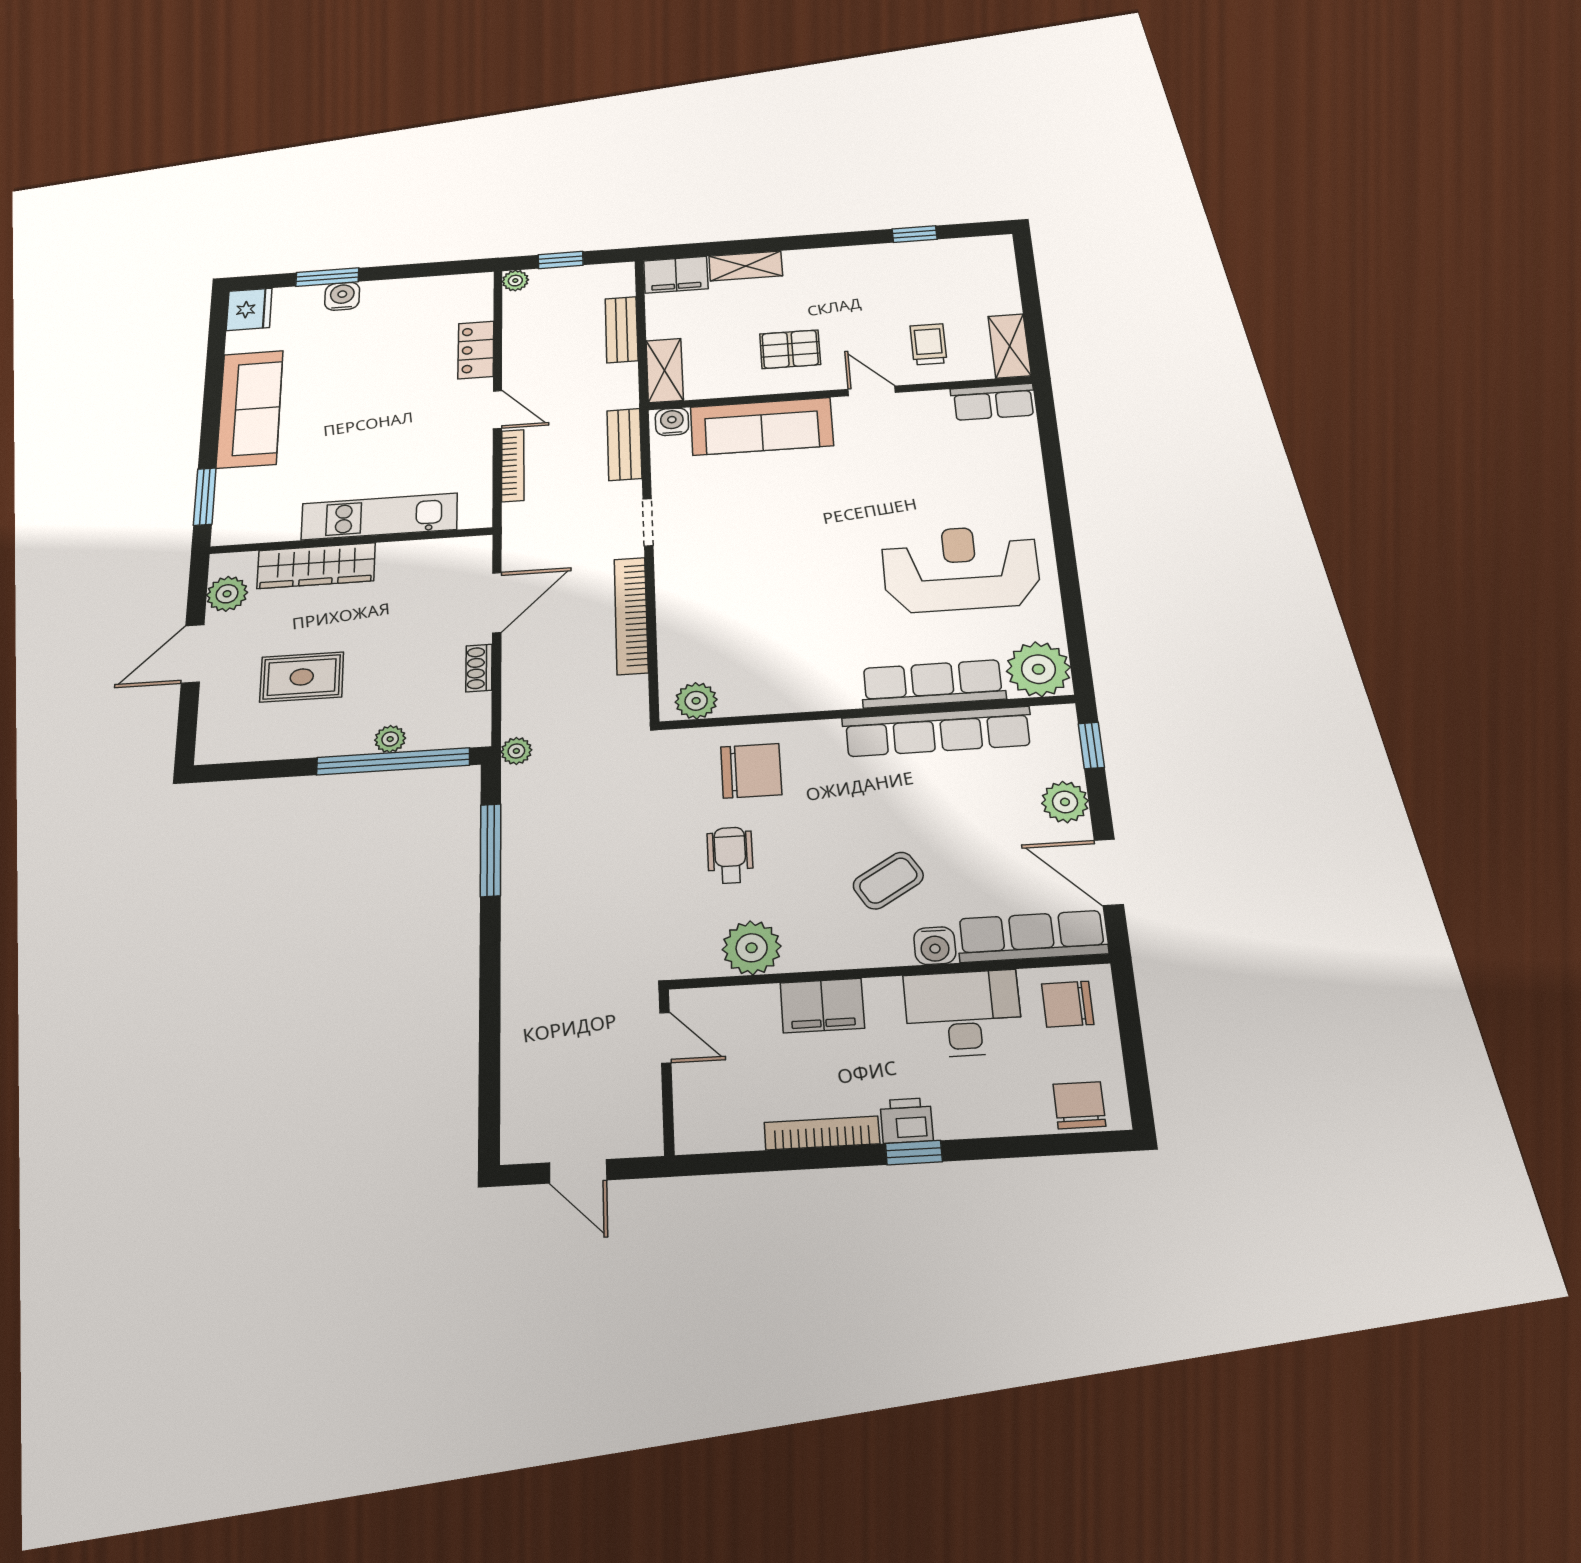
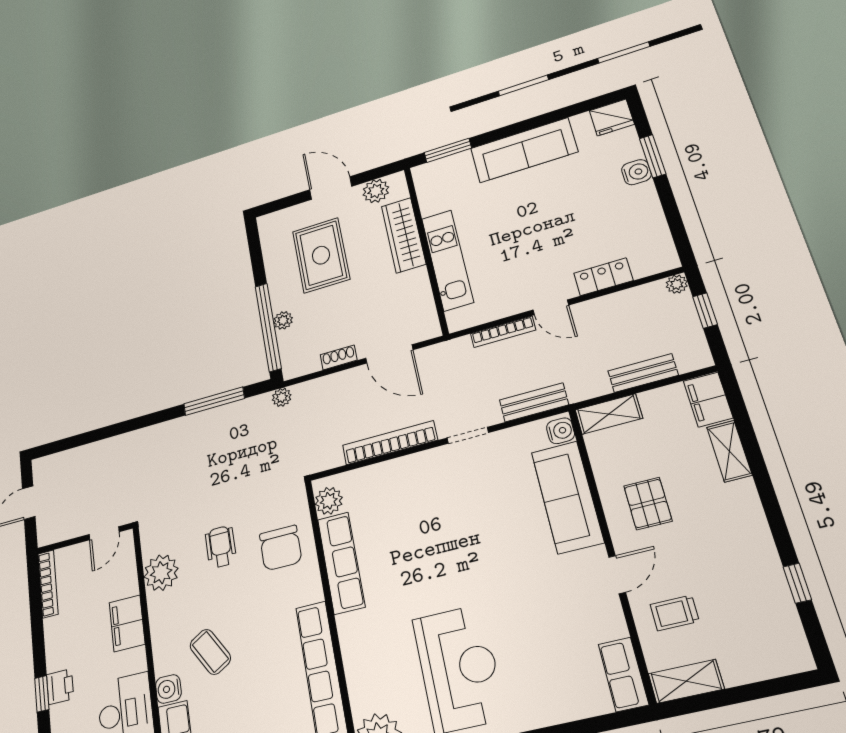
trolley: (928, 344) -> (675, 613), turned 180
door: (497, 410) -> (551, 307), hinge flipped
rug: (302, 677) -> (321, 255), width x1.36, depth x1.43
row of seats: (933, 684) -> (341, 563), moved
wheelchair: (730, 855) -> (221, 547), turned -90
bookcase: (822, 1133) -> (48, 584), moved

